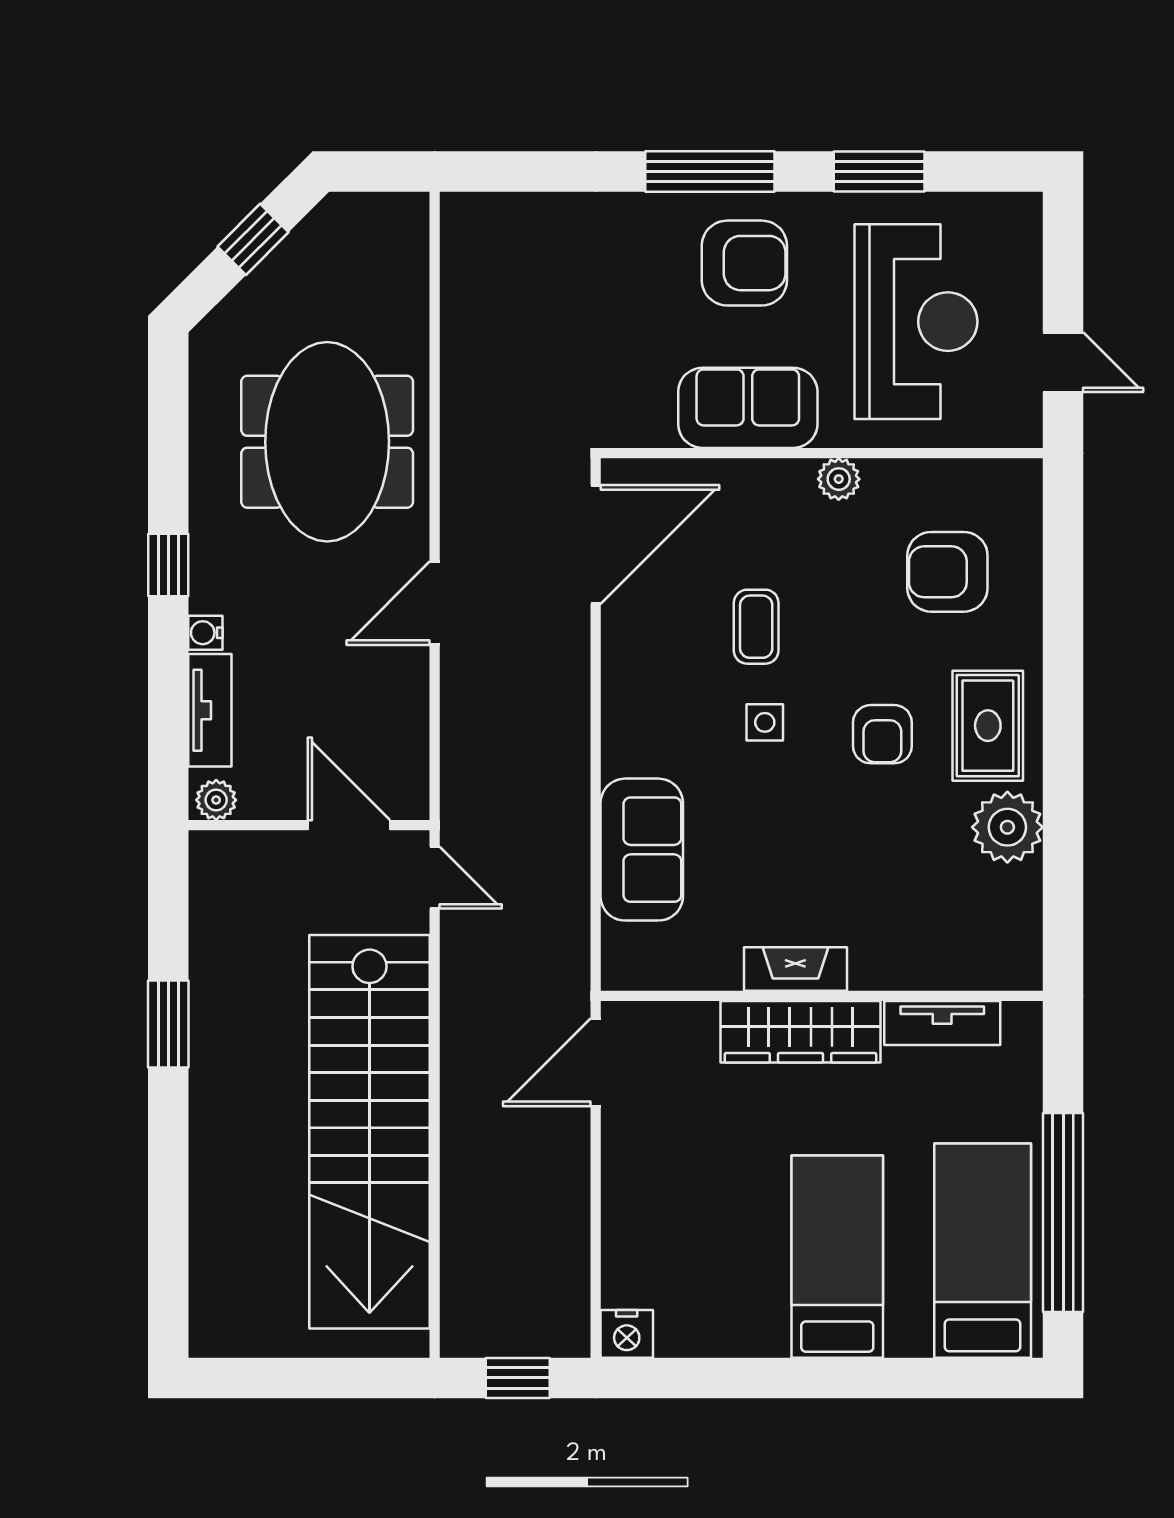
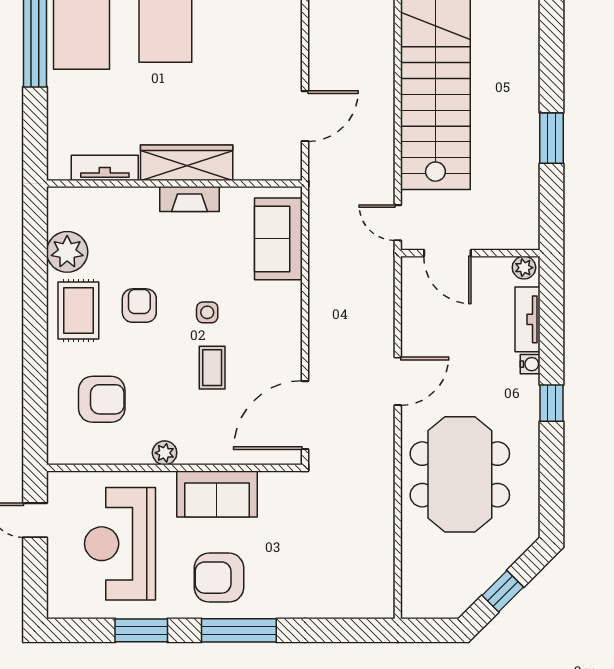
fireplace: (795, 969) -> (190, 199), moved
wall: (822, 996) -> (174, 183), moved
tv unit: (942, 1023) -> (105, 168), moved
wardrobe: (800, 1032) -> (187, 163), moved

